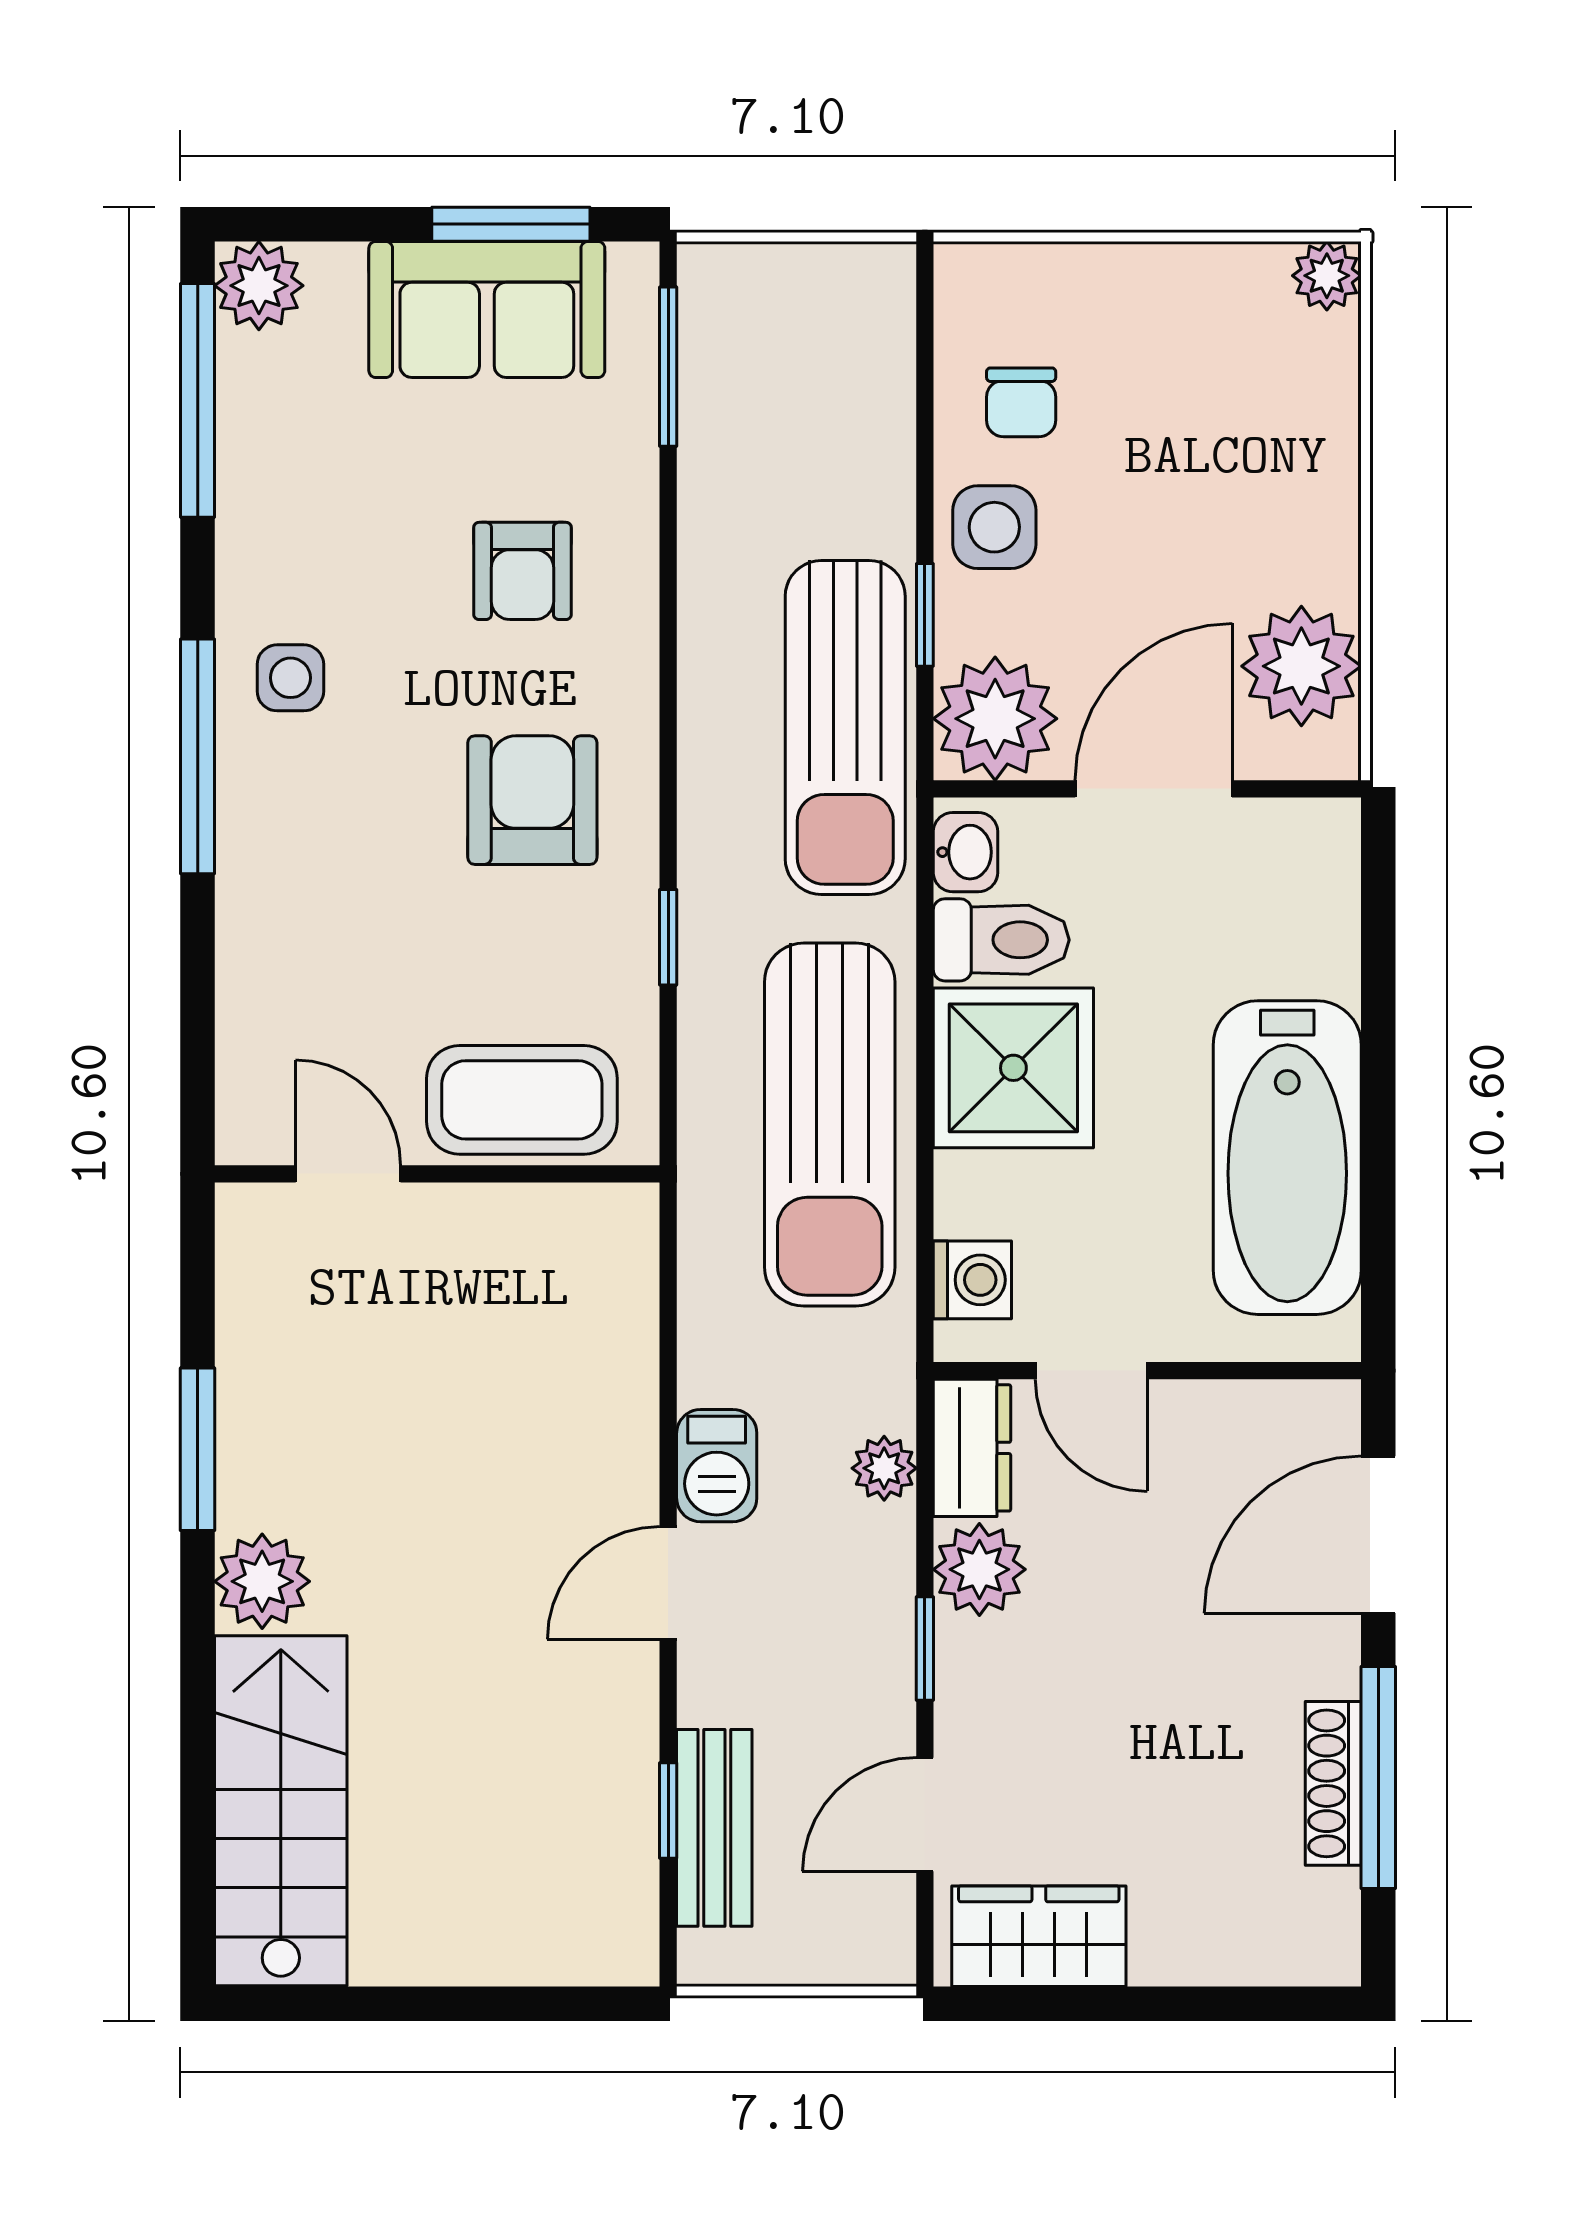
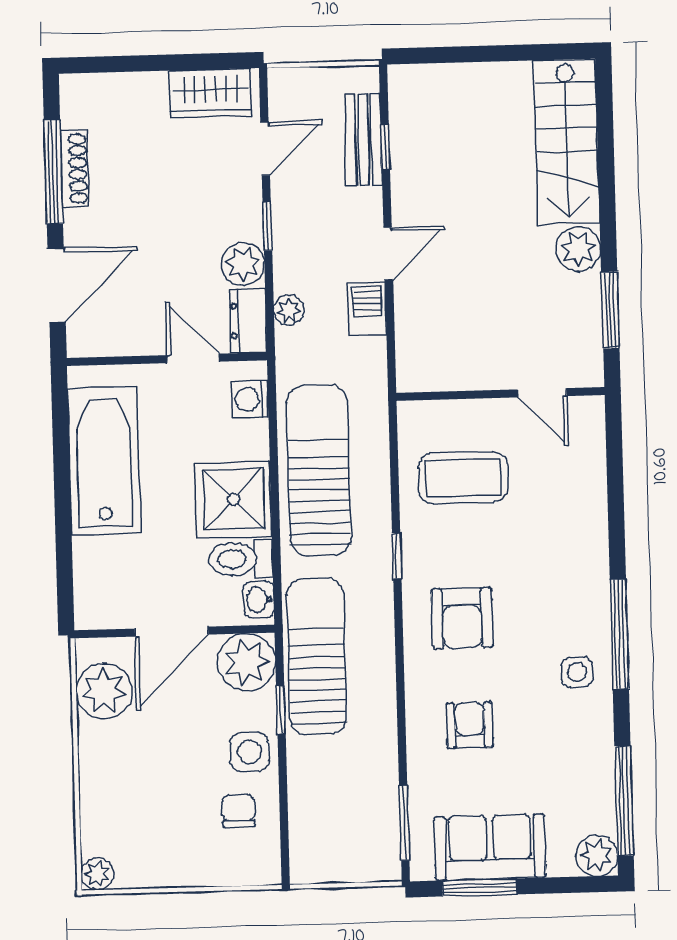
door: (348, 1174) -> (542, 393), moved
wall: (437, 1174) -> (500, 394), moved

